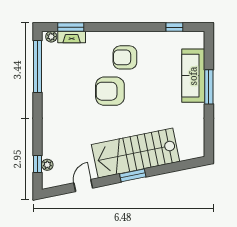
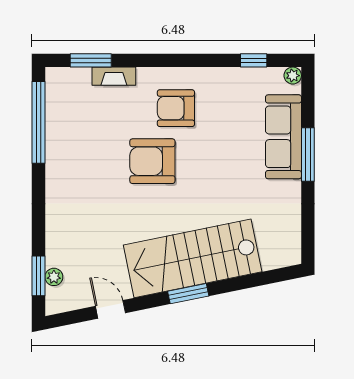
plant: (51, 37) -> (293, 76), moved
fireplace: (72, 37) -> (114, 76), moved
window: (38, 164) -> (39, 276), width x1.50
door: (83, 186) -> (110, 309), hinge flipped

